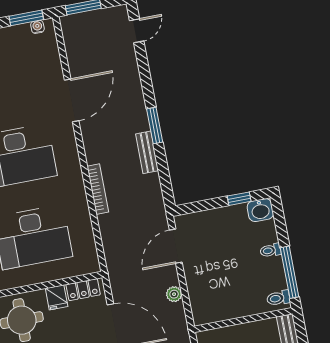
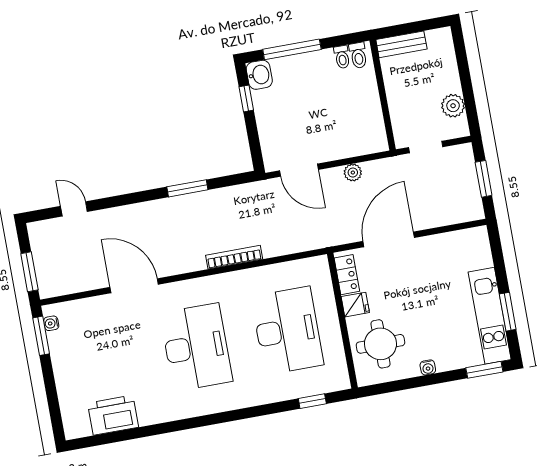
door: (137, 31) -> (74, 209), moved
window: (155, 126) -> (187, 188), moved
bench: (147, 152) -> (193, 201), removed
toilet: (270, 250) -> (342, 57), moved
window: (290, 272) -> (292, 49), moved

